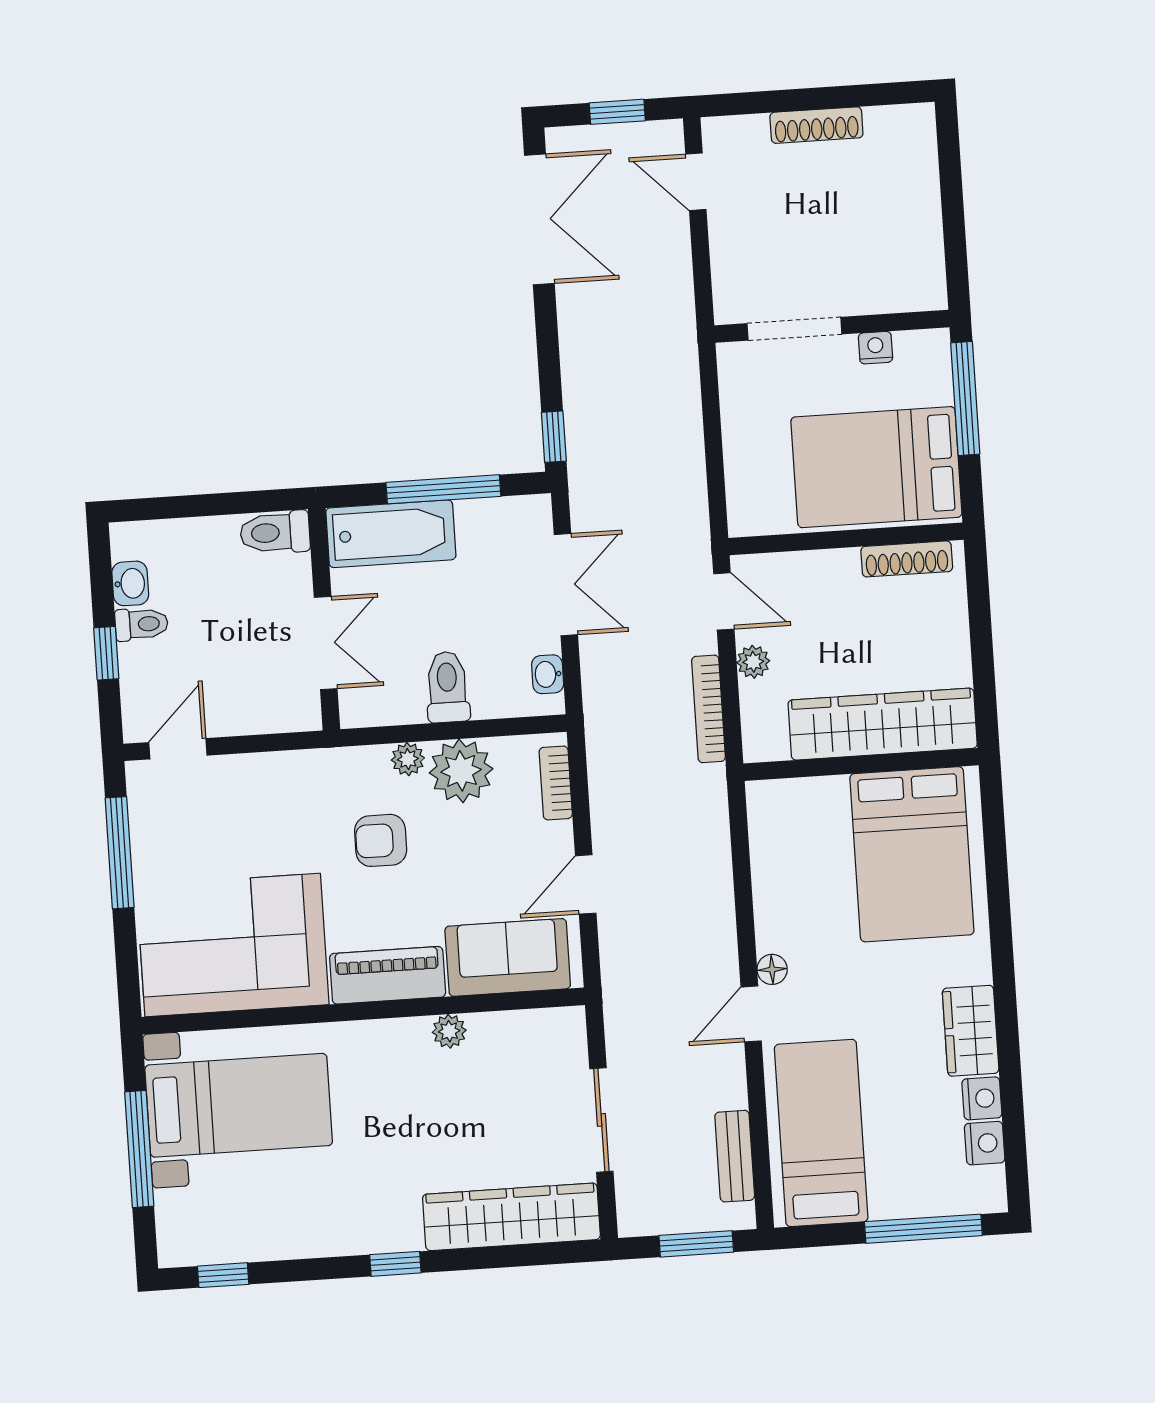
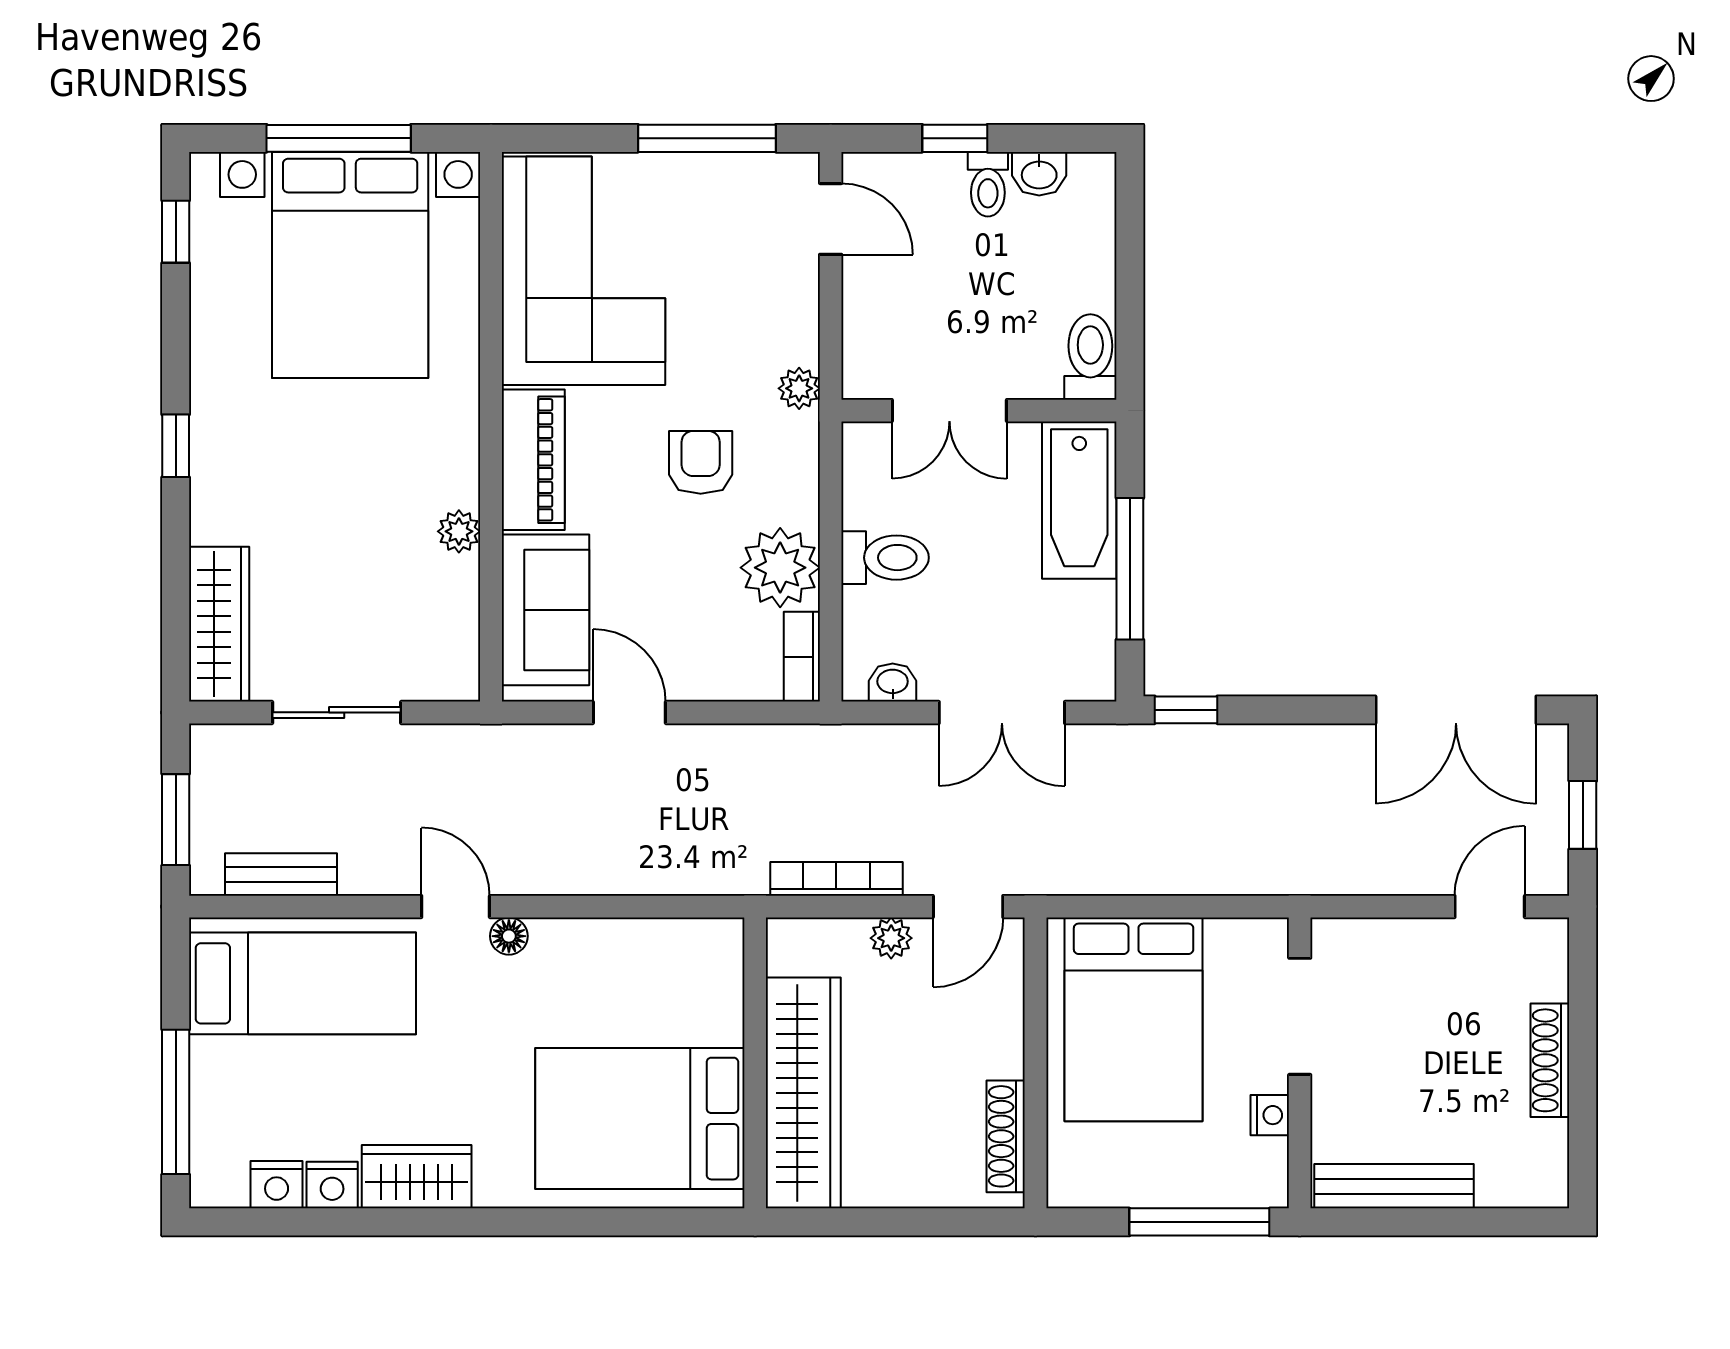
bench: (926, 244) -> (1394, 1186), added
bed: (876, 467) -> (1134, 1019), moved, turned 180
plant: (408, 759) -> (799, 388), moved
bookcase: (556, 783) -> (802, 657), moved, turned -90
bed with nightstands: (239, 1105) -> (350, 265), width x1.36
wardrobe: (511, 1217) -> (219, 624), width x0.71, depth x0.85

